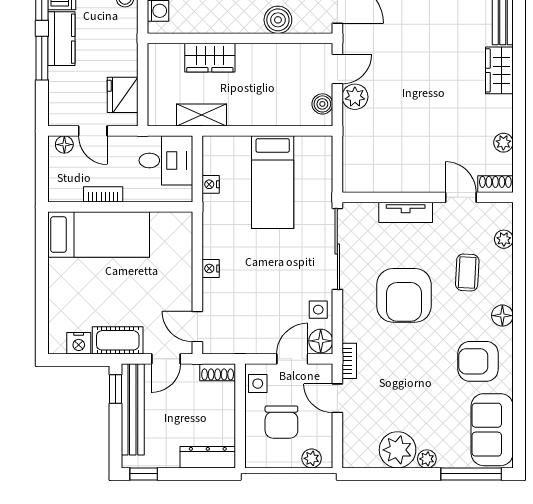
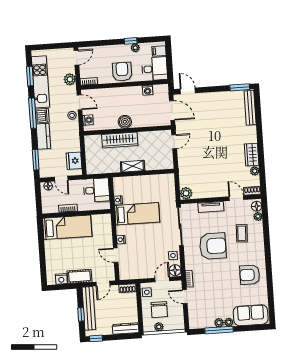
boiler: (278, 20) -> (125, 122), moved
window: (42, 58) -> (36, 160), moved
wardrobe: (210, 58) -> (120, 140), width x1.50
wardrobe: (499, 70) -> (252, 155), moved
plant: (355, 97) -> (186, 193), moved
boiler: (322, 104) -> (168, 159), removed
shelving: (202, 115) -> (133, 166), moved
bed: (273, 182) -> (137, 214), moved, turned -90
armchair: (404, 295) -> (213, 246), turned -90
floor lamp: (502, 316) -> (257, 206), moved
door: (197, 327) -> (116, 255), moved
window: (115, 389) -> (81, 314), moved
sofa: (492, 430) -> (251, 315), moved, turned 90
plant: (398, 450) -> (219, 323), width x0.53, depth x0.53
plant: (312, 458) -> (159, 327), moved
window: (471, 474) -> (219, 330), moved

